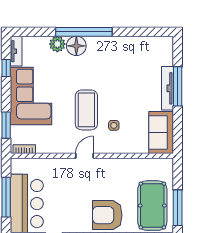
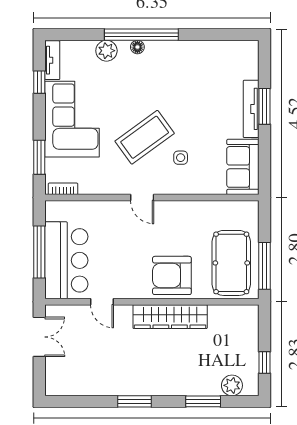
floor lamp: (76, 46) -> (137, 47), width x0.53, depth x0.53
window: (178, 86) -> (265, 106), width x0.69
coffee table: (86, 110) -> (145, 137), turned 54
door: (84, 156) -> (142, 198), swing flipped

